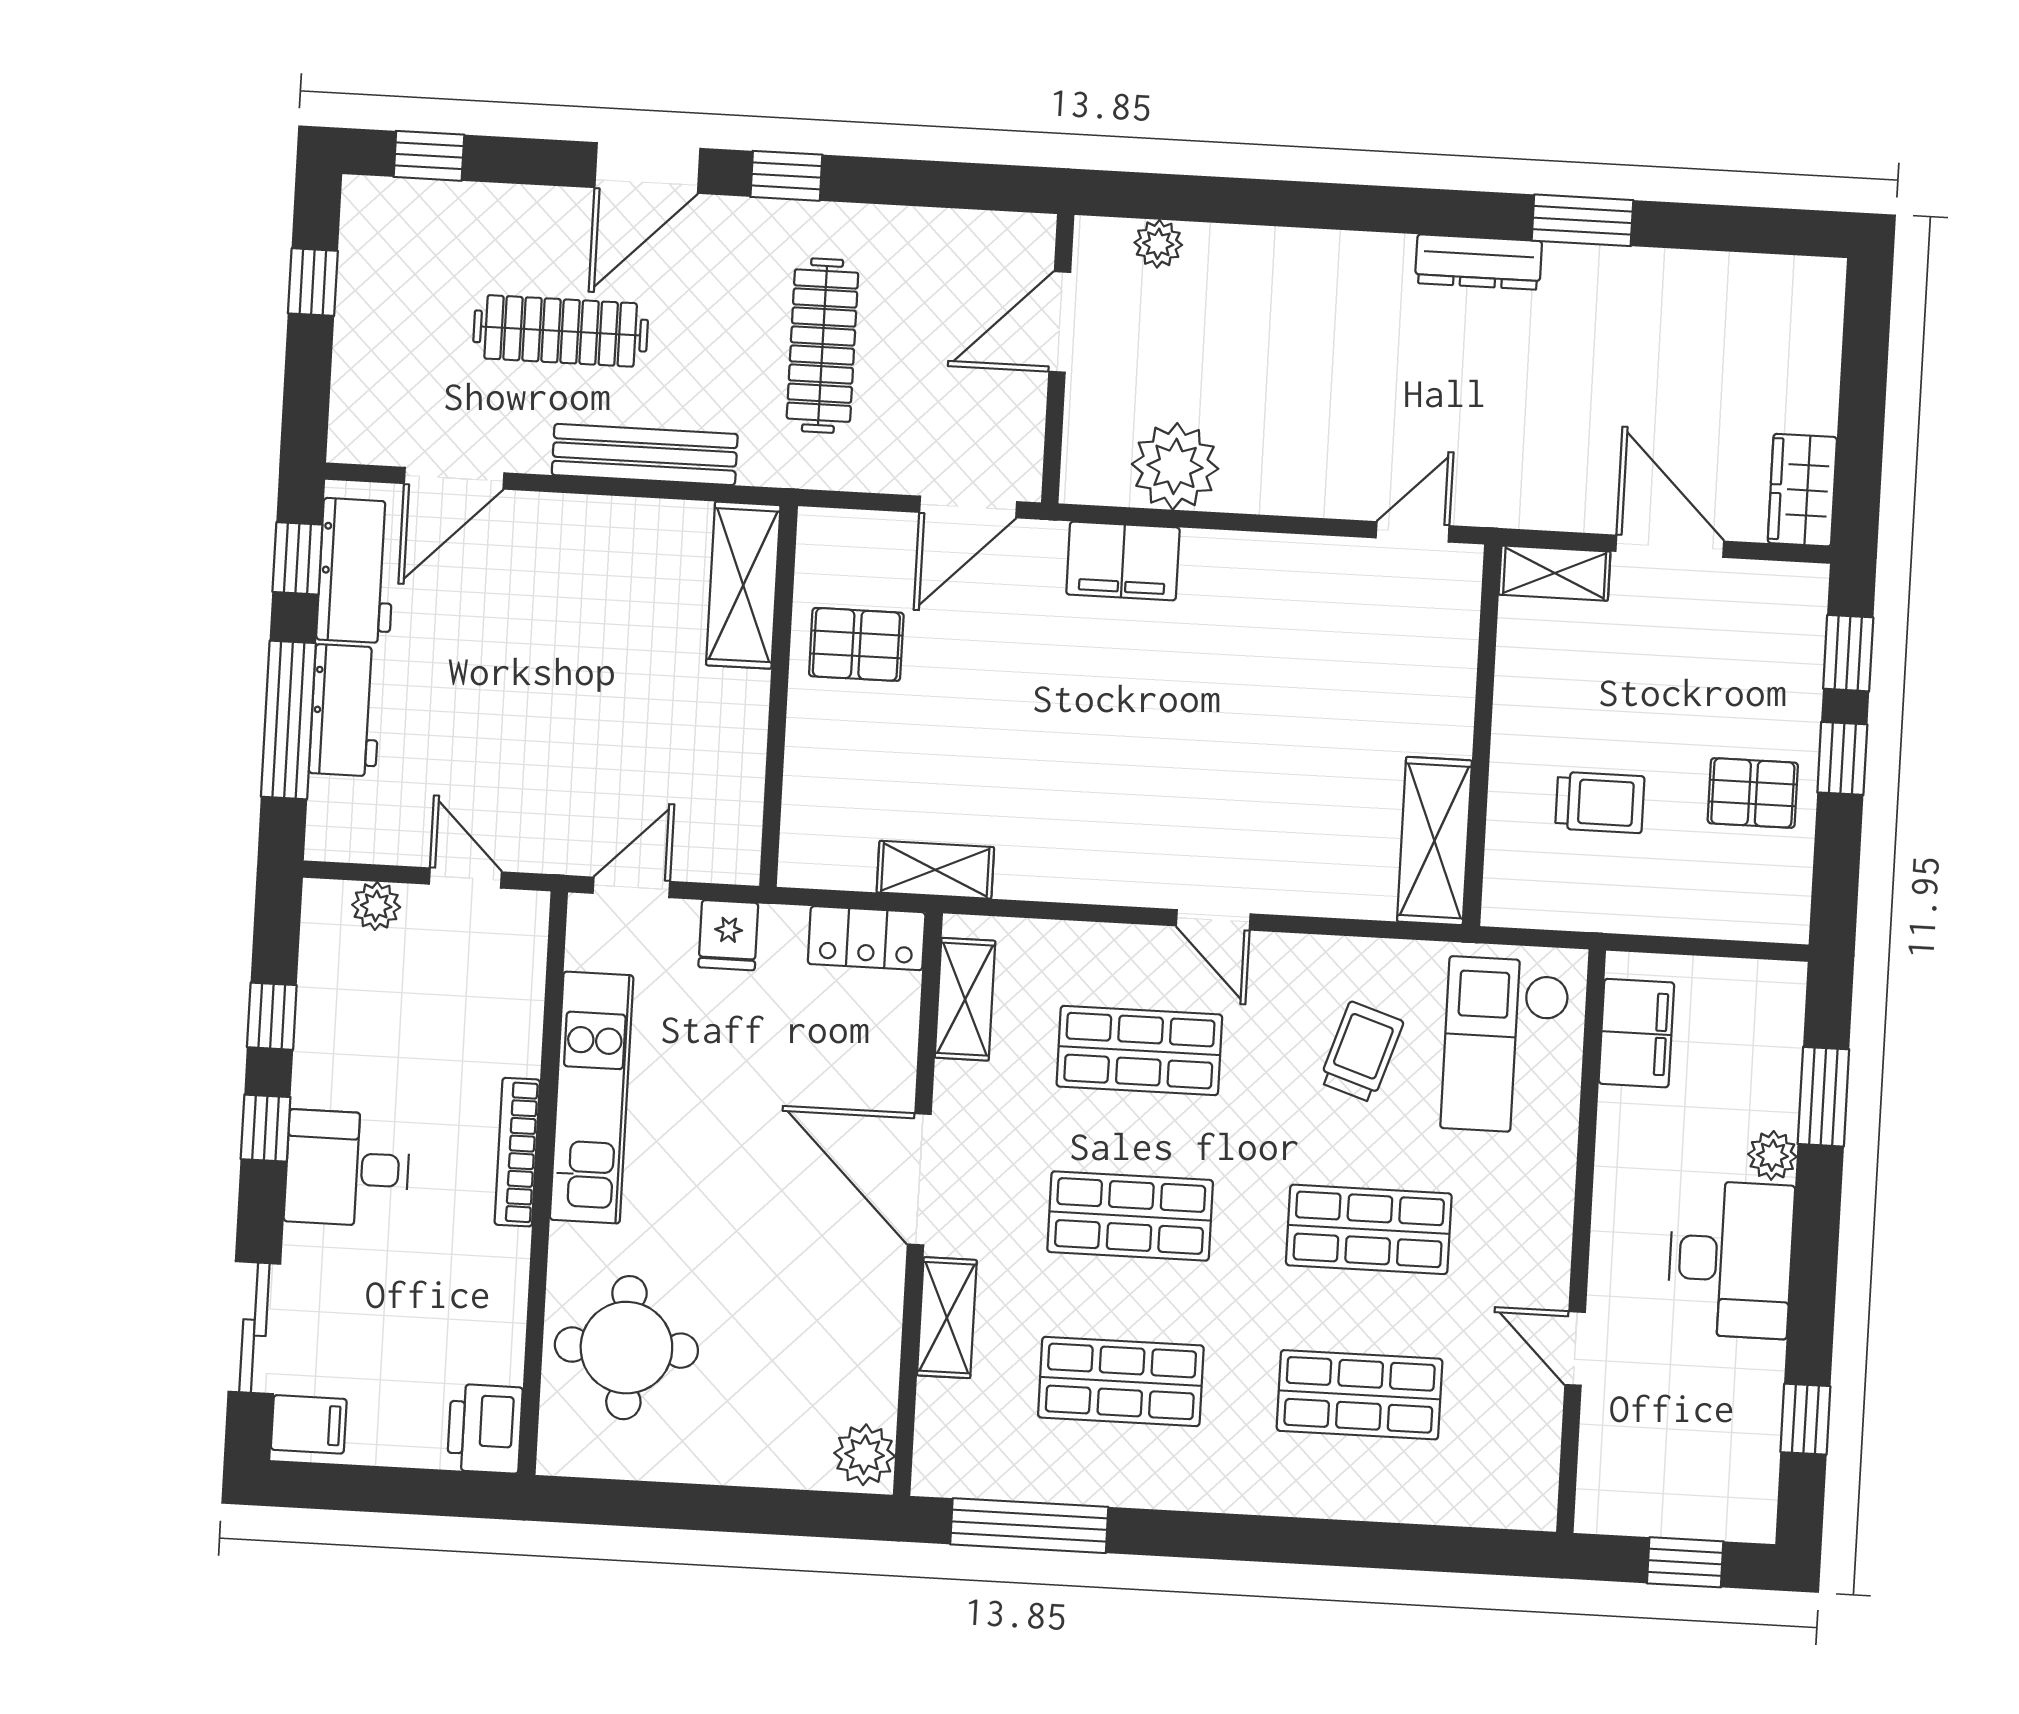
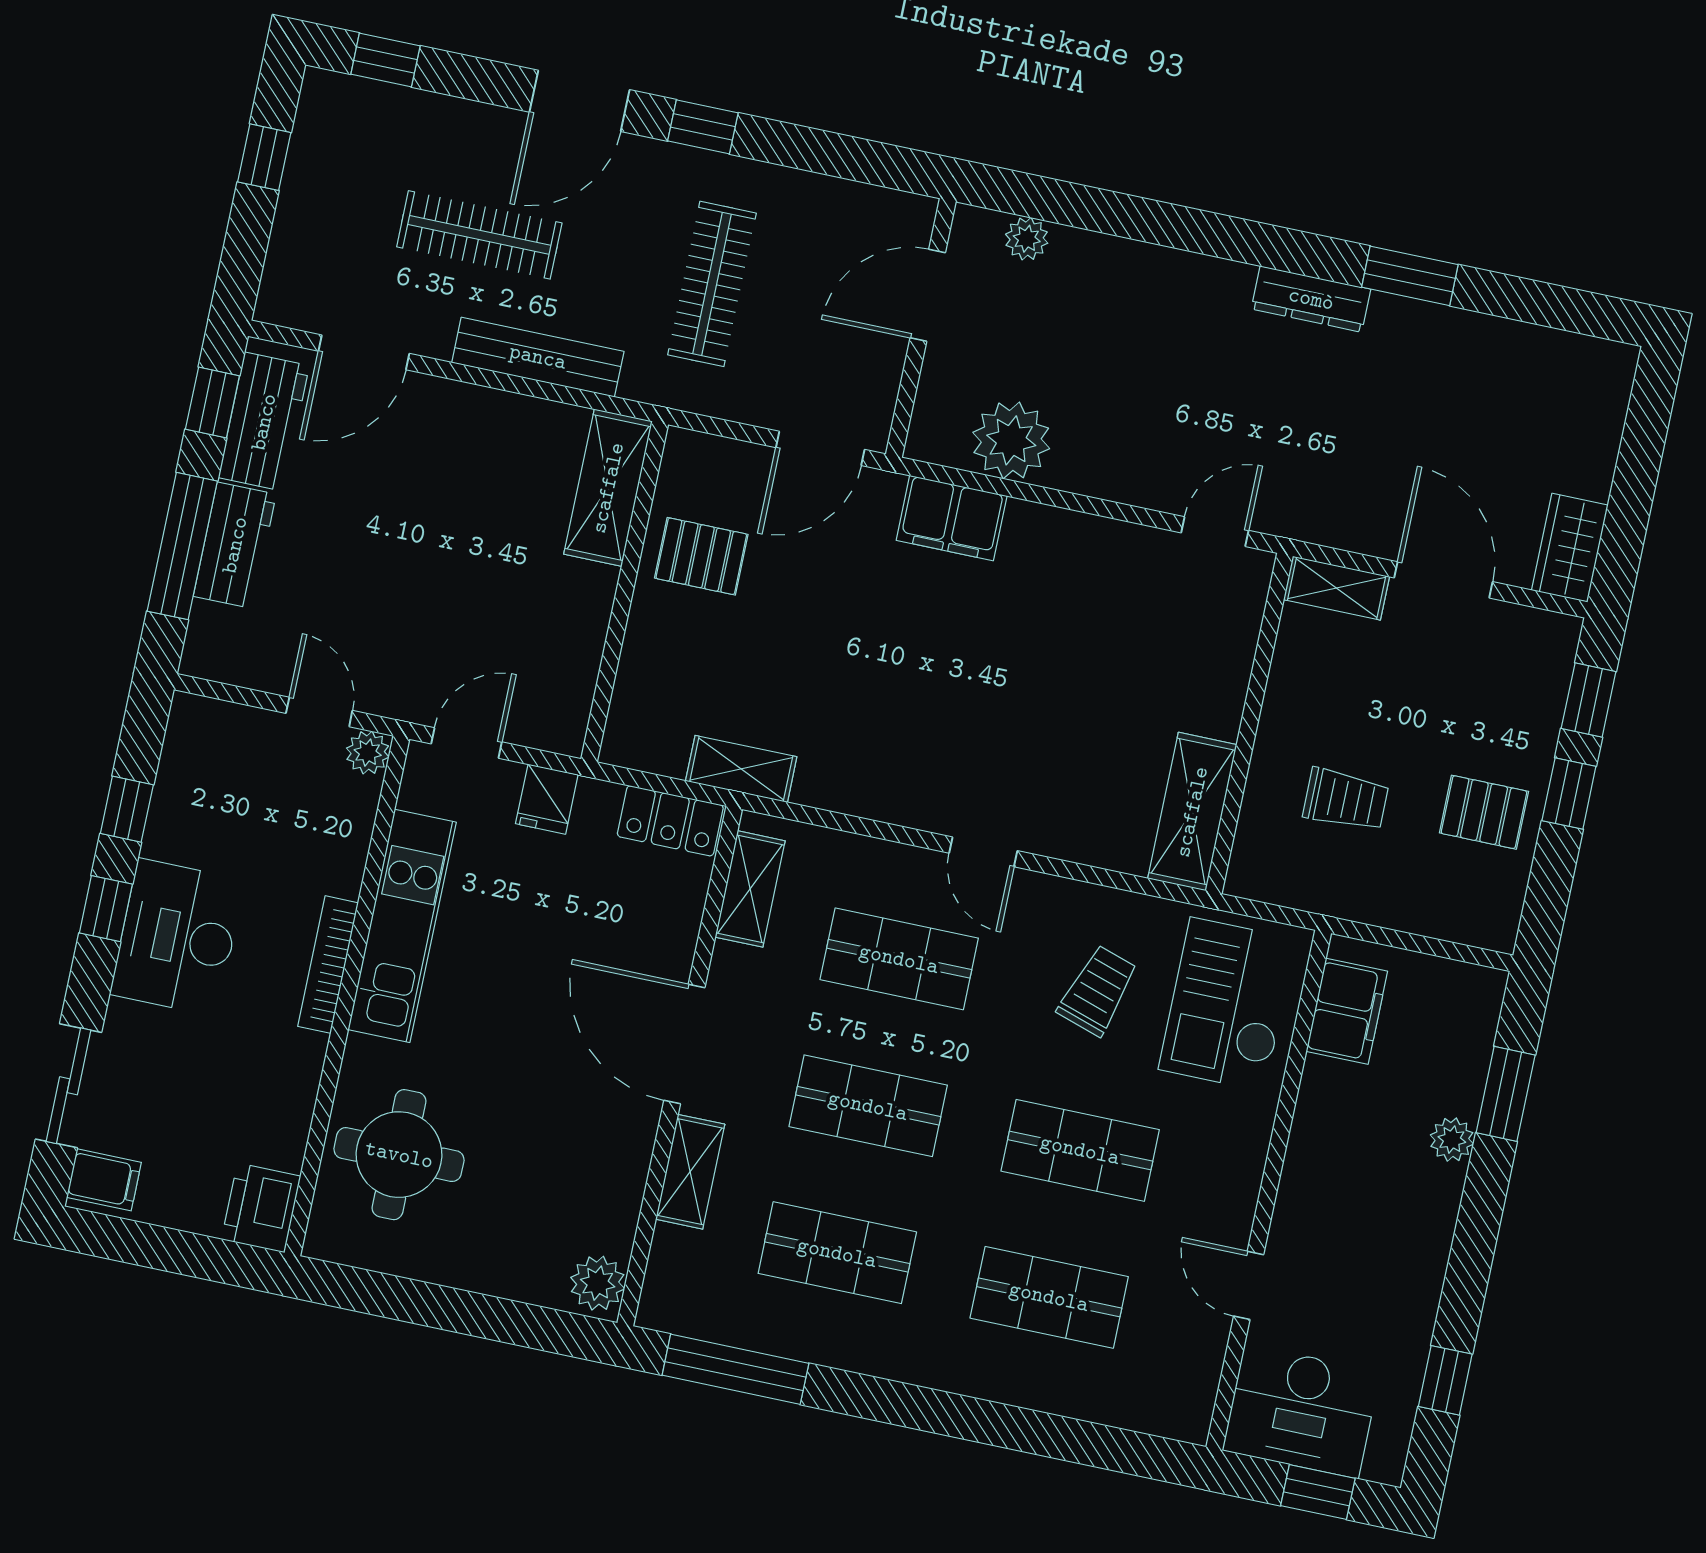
plant: (376, 906) -> (368, 753), moved
desk: (347, 1168) -> (177, 937), width x1.37
desk: (1731, 1259) -> (1301, 1411), moved, turned 90

